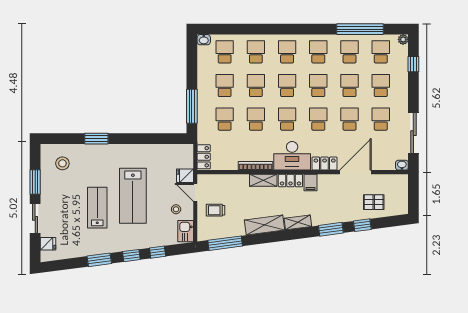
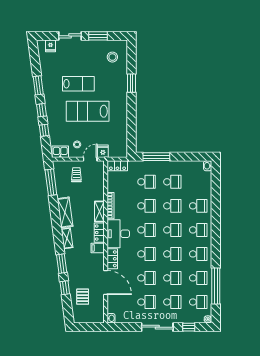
school desk: (225, 52) -> (198, 182), removed
sliding door: (413, 133) -> (157, 327), moved

